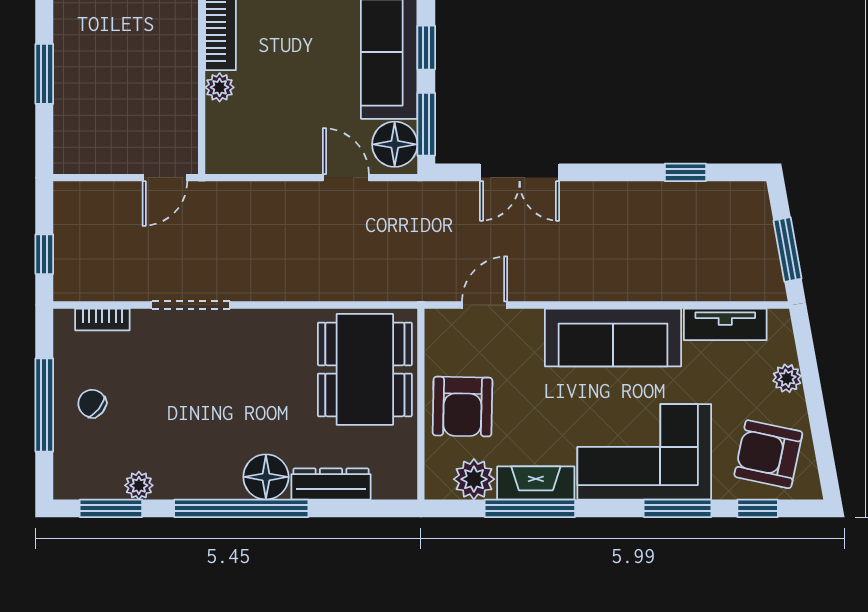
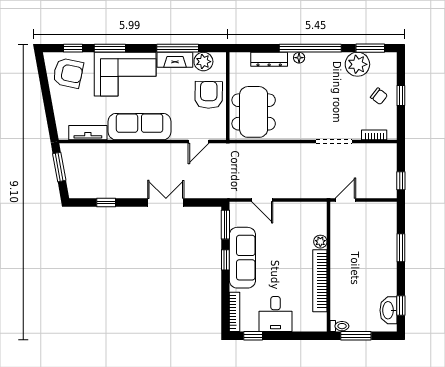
floor lamp: (395, 144) -> (240, 215), removed
double door: (520, 172) -> (166, 203), moved
window: (44, 254) -> (401, 181), moved
plant: (787, 378) -> (59, 108), removed
window: (44, 405) -> (401, 96), width x0.46
floor lamp: (266, 477) -> (299, 58), width x0.53, depth x0.53
plant: (139, 485) -> (357, 64), width x1.88, depth x1.88

